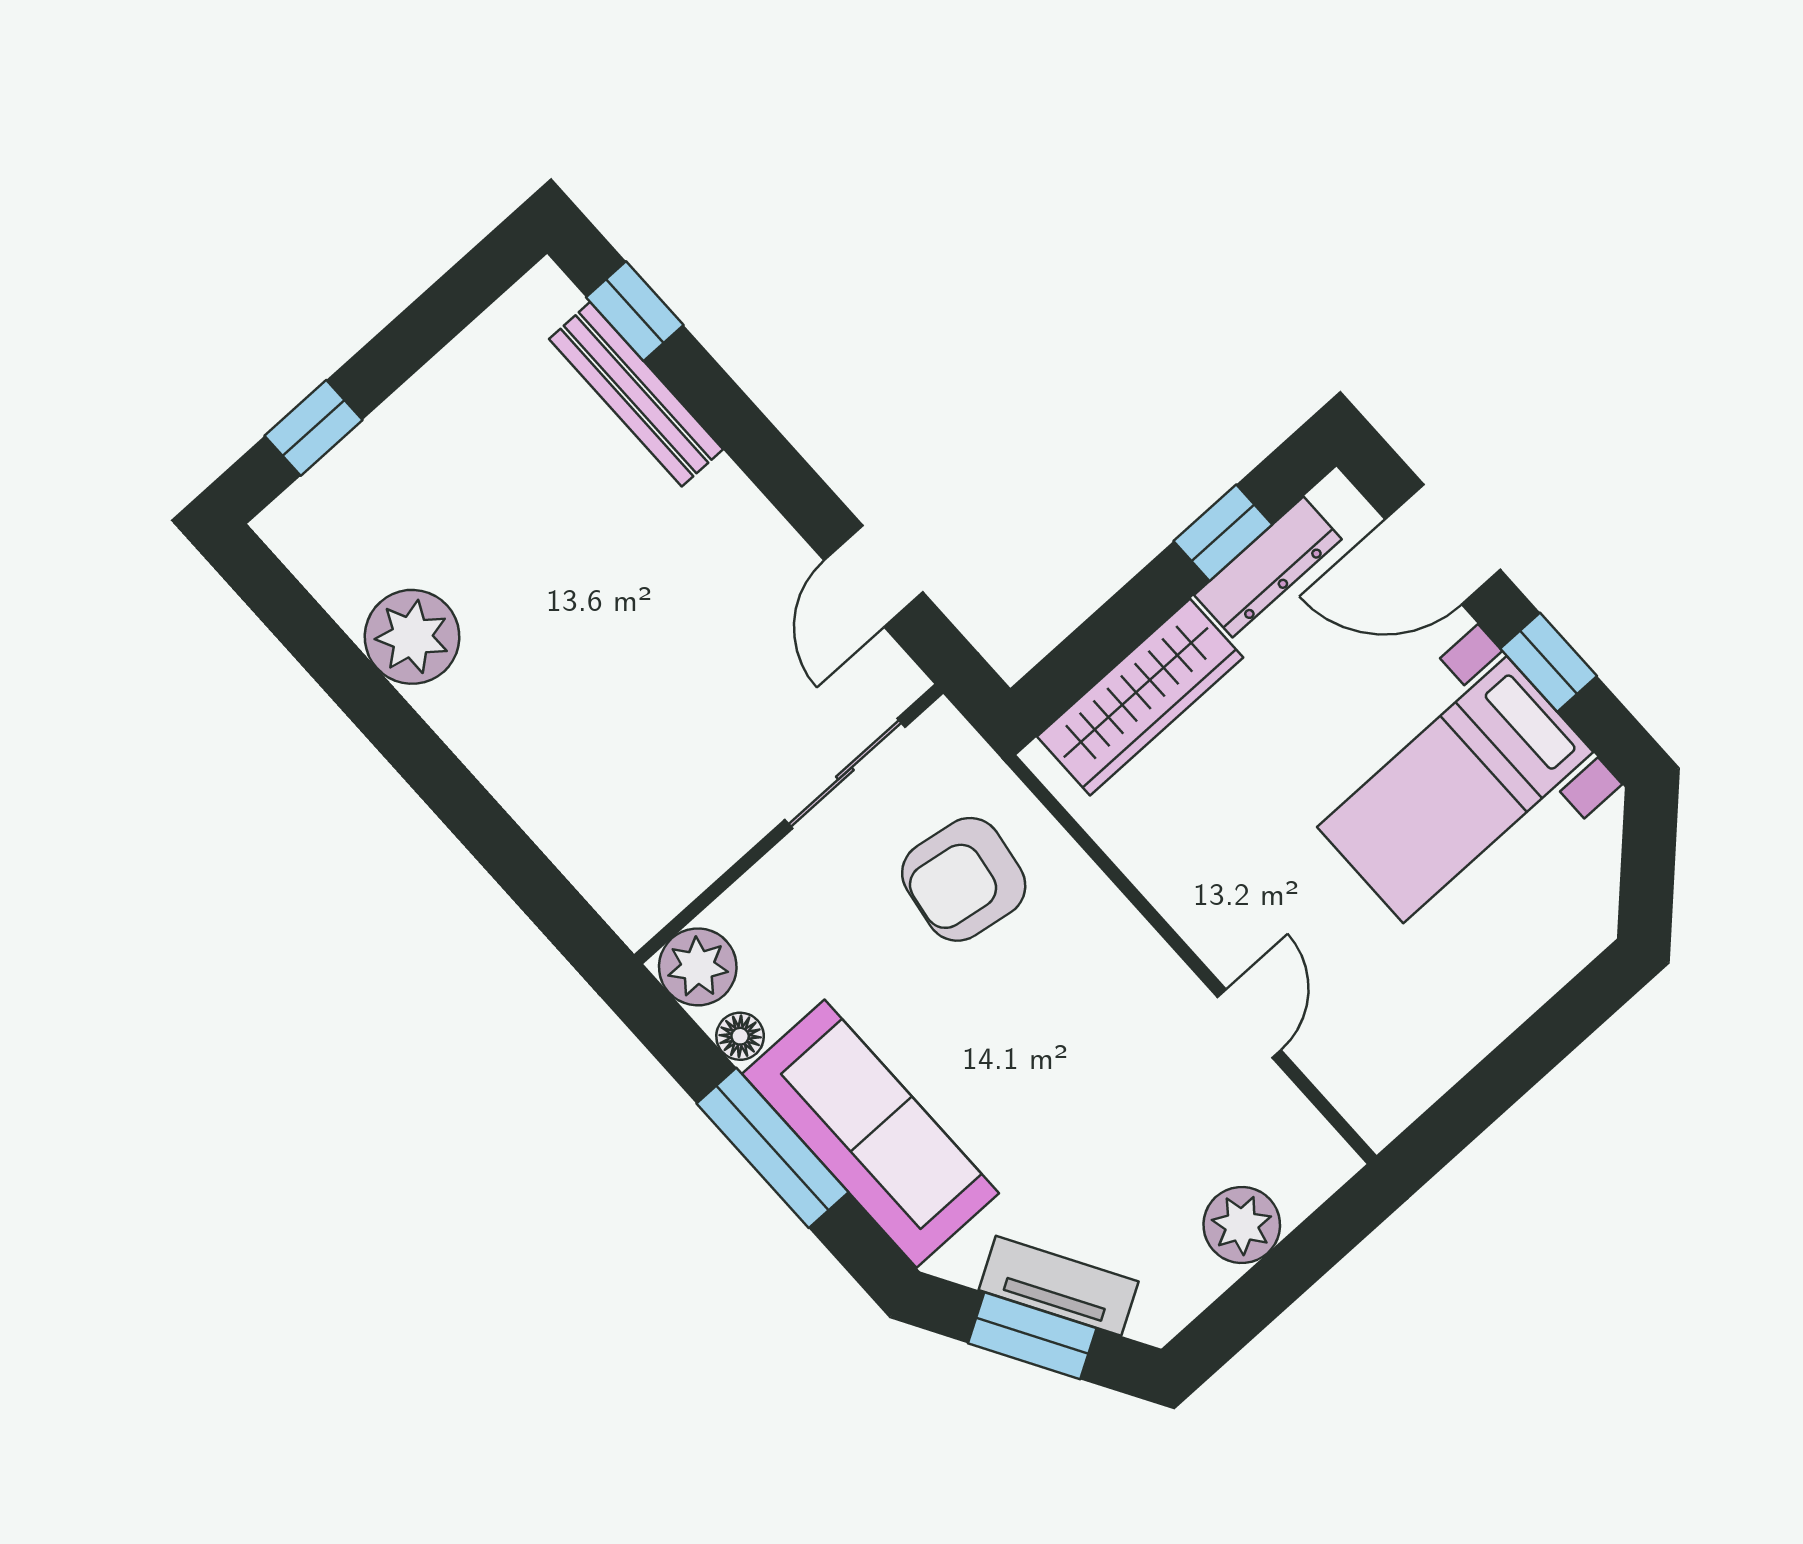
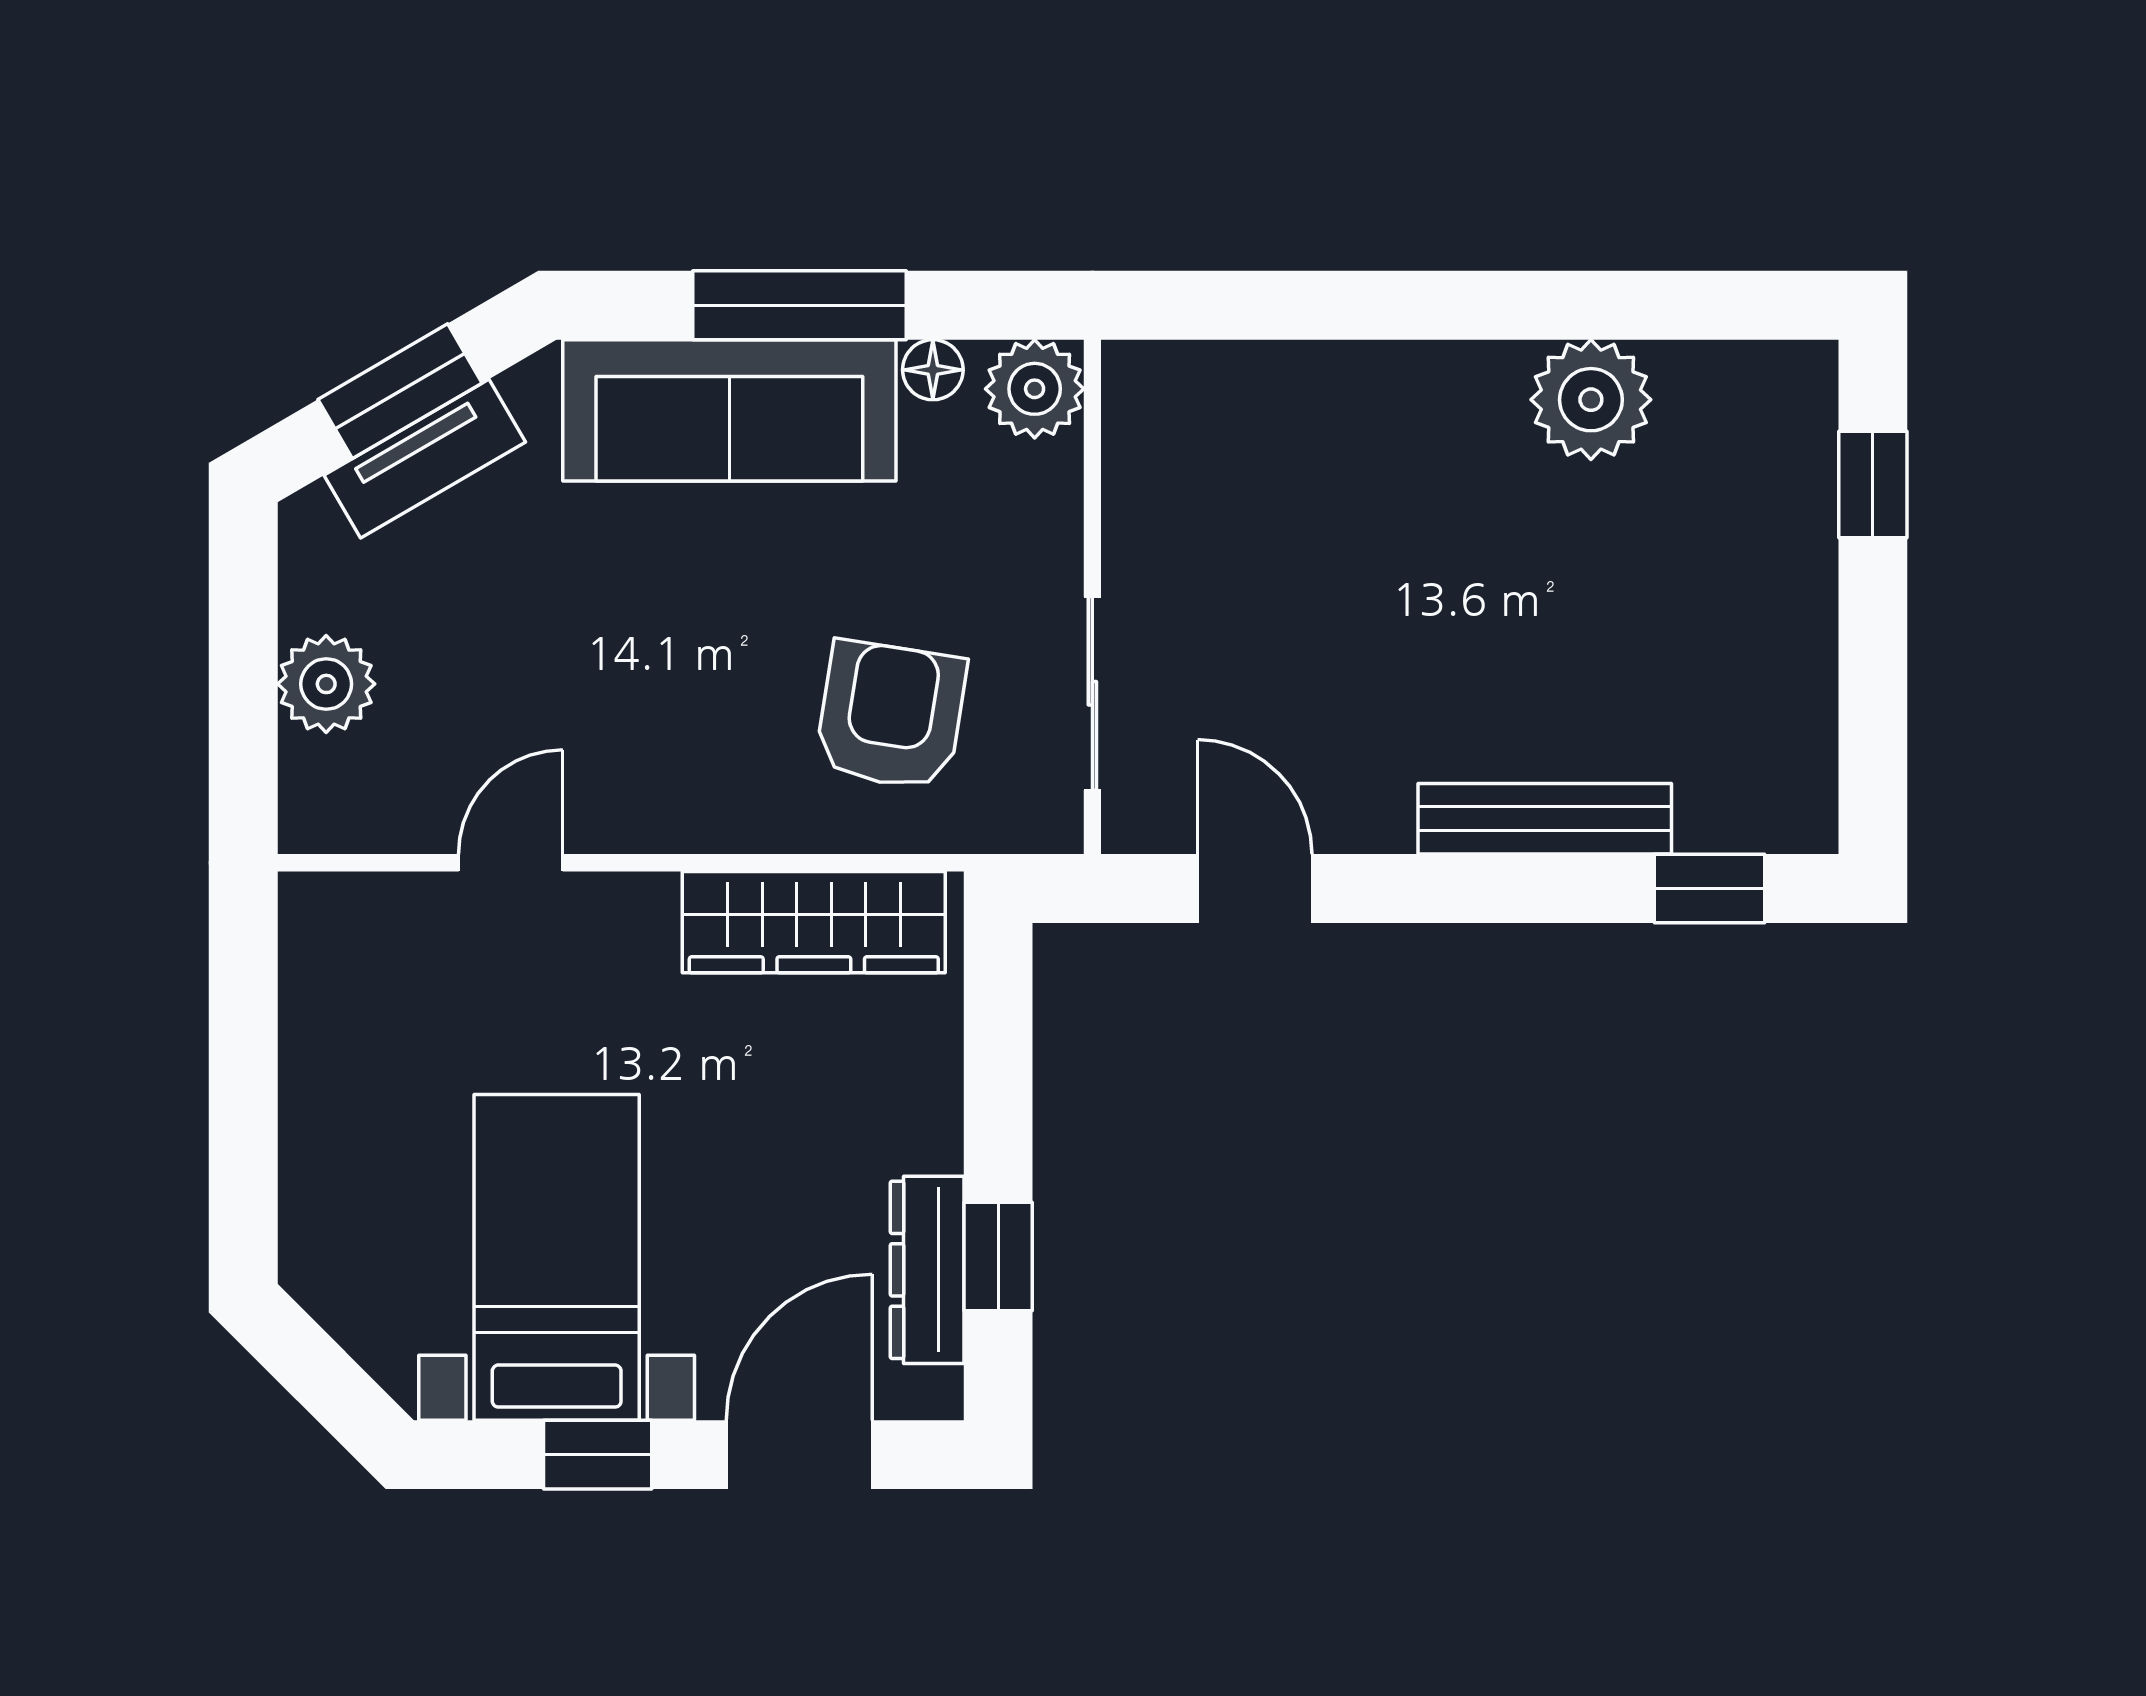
bench: (636, 394) -> (1545, 819), moved
wardrobe: (1140, 697) -> (814, 922), moved, turned -90
door: (1249, 1024) -> (511, 863), swing flipped

